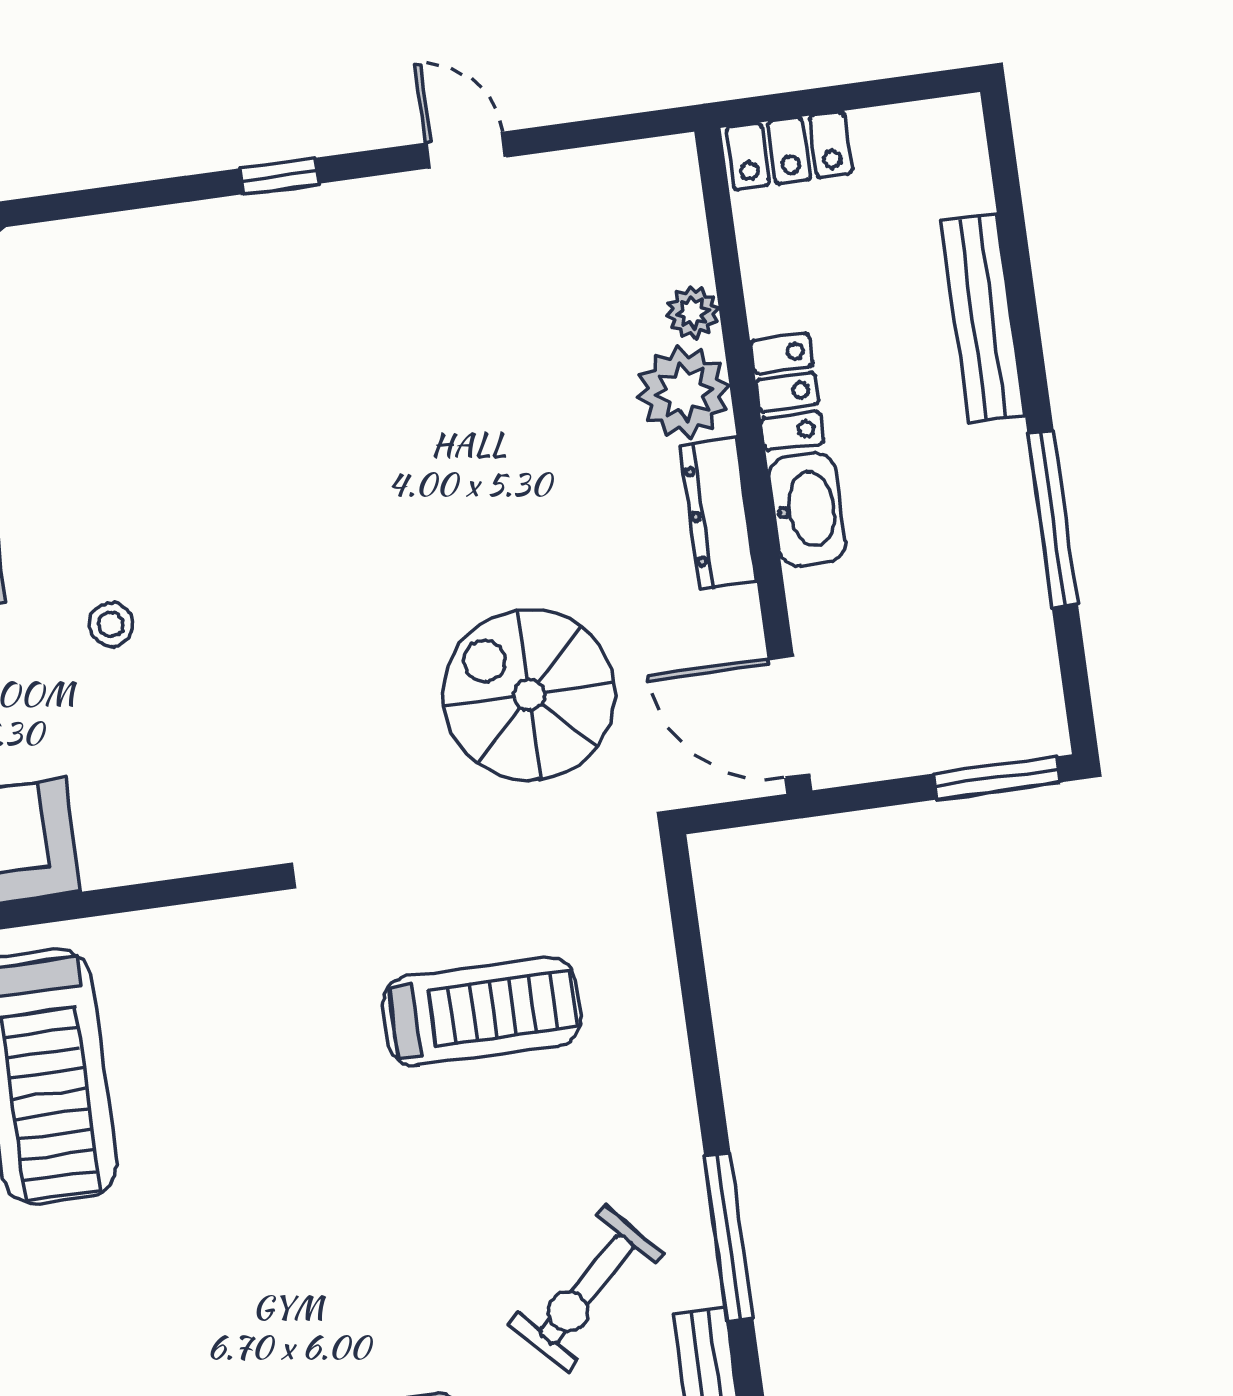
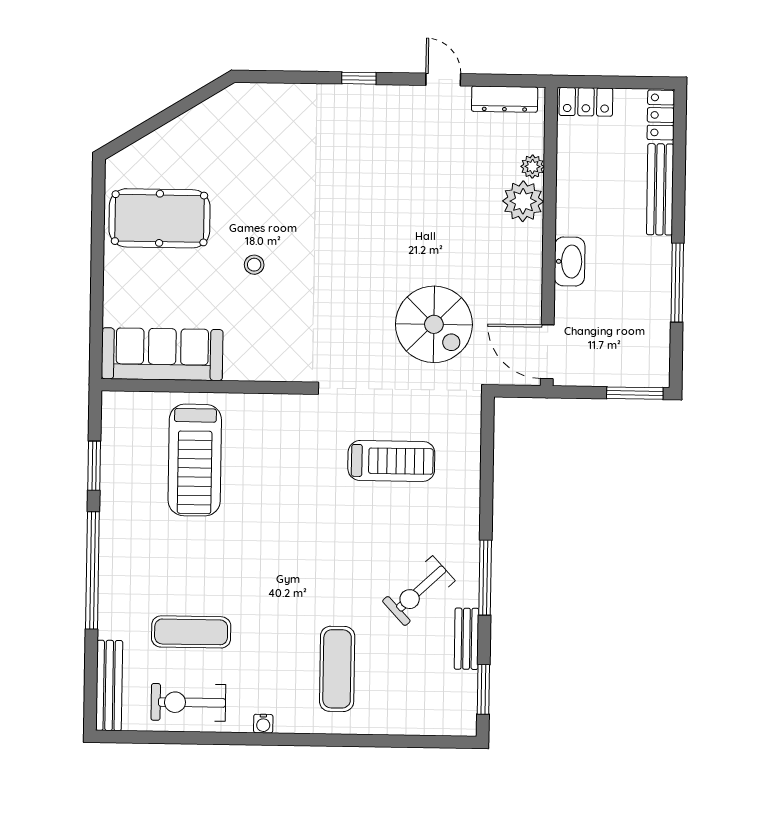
locker: (787, 392) -> (661, 115), moved, turned 180
dresser: (718, 514) -> (505, 99), moved, turned -90
spiral stairs: (529, 695) -> (434, 324), turned 180

